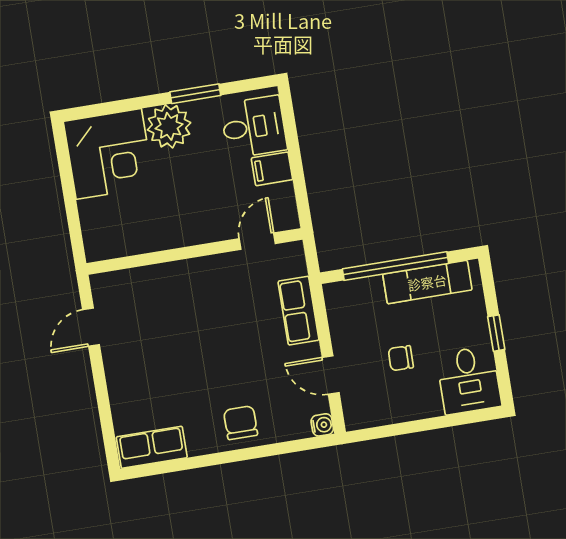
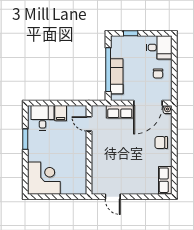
plant: (169, 126) -> (37, 152), removed
exam couch: (427, 282) -> (117, 76), moved
window: (496, 333) -> (131, 33), moved
chair: (401, 358) -> (158, 73), moved
door: (331, 375) -> (148, 103), width x1.88

